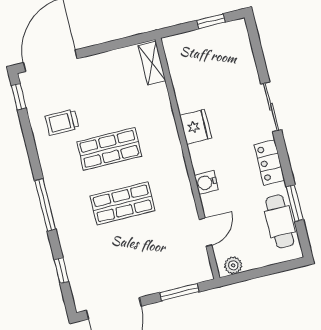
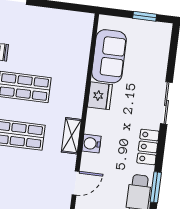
shelving: (152, 63) -> (71, 136), moved
sofa: (189, 80) -> (109, 56), added

